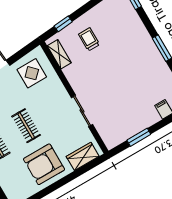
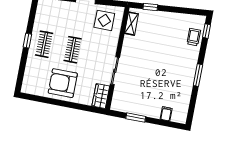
trolley: (89, 39) -> (194, 37), moved
wardrobe: (83, 156) -> (101, 96), moved, turned -90

